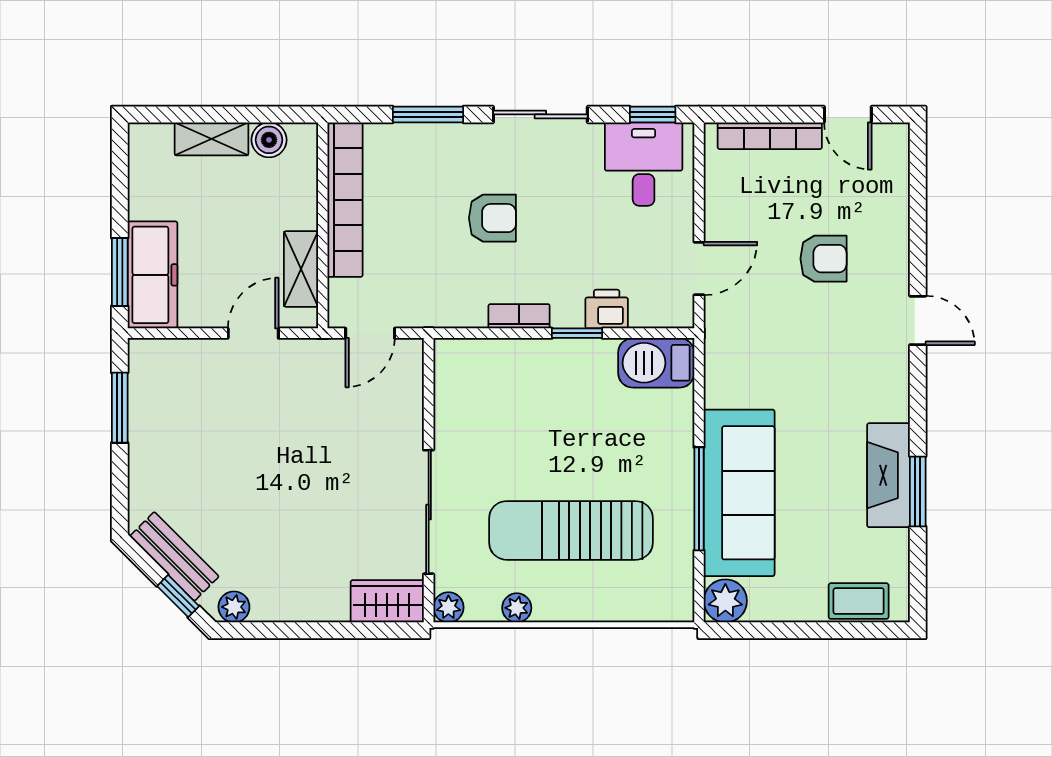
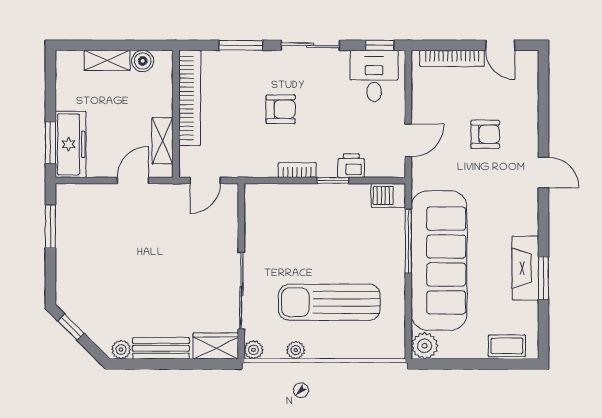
barbecue: (656, 363) -> (388, 195), width x0.73, depth x0.79
sofa: (739, 493) -> (439, 261), width x1.36, depth x1.27
window: (699, 499) -> (408, 241), moved
bench: (174, 556) -> (161, 348), moved, turned -45
window: (178, 596) -> (71, 327), moved

